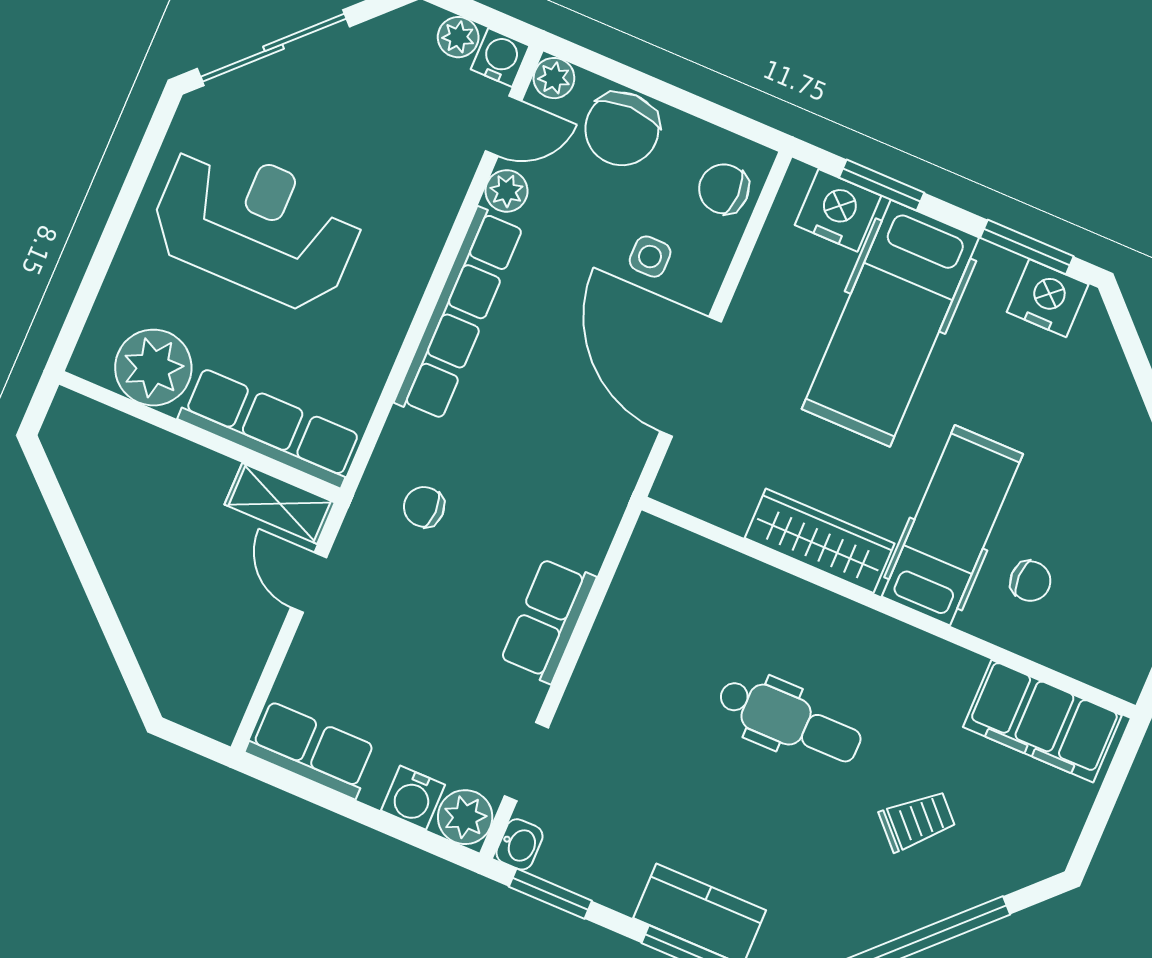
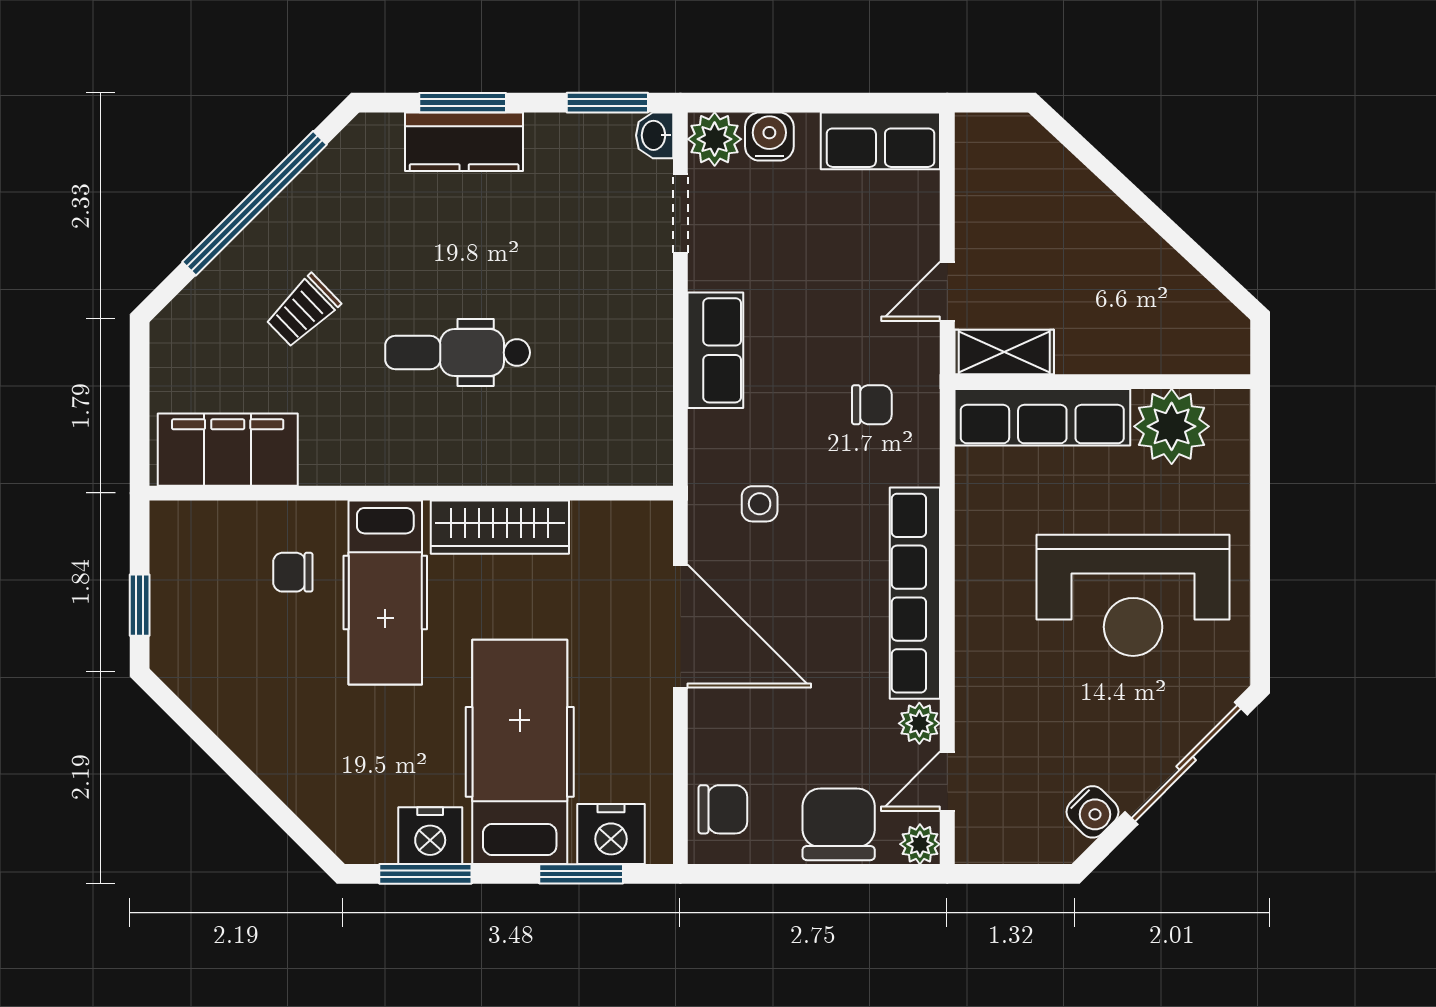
plant: (458, 37) -> (1023, 844), removed
water cooler: (500, 58) -> (1092, 812), moved, turned -45
side table: (650, 257) -> (760, 504), moved
nightstand: (1048, 298) -> (430, 836), moved
door: (309, 583) -> (947, 291), swing flipped

